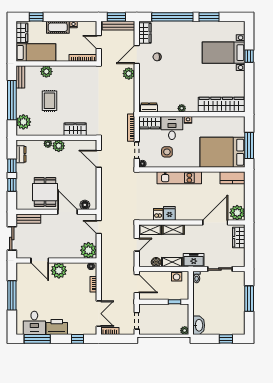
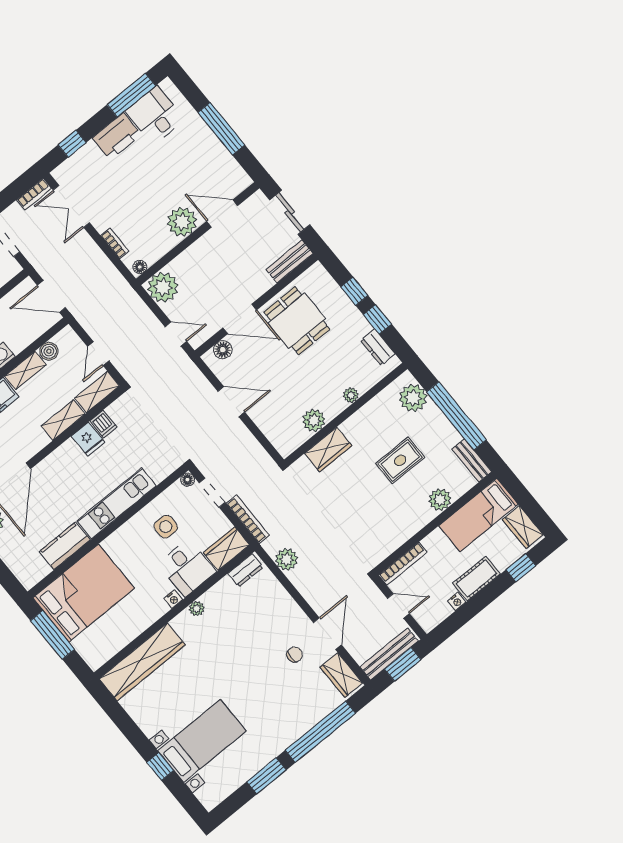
plant: (129, 74) -> (287, 559), moved
rug: (49, 101) -> (400, 460), turned 90
plant: (59, 146) -> (314, 420), moved
door: (99, 159) -> (231, 402), moved
kitchen counter: (232, 178) -> (65, 546), moved

